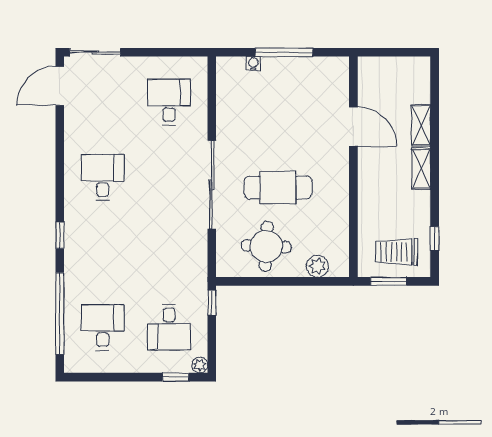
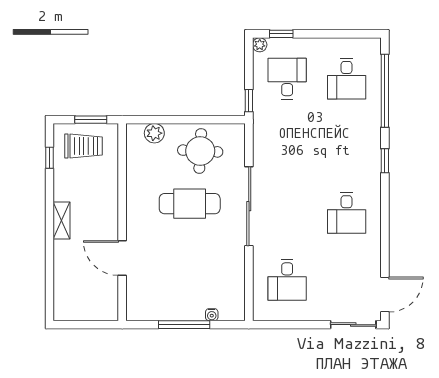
shelving: (421, 125) -> (62, 259), removed

